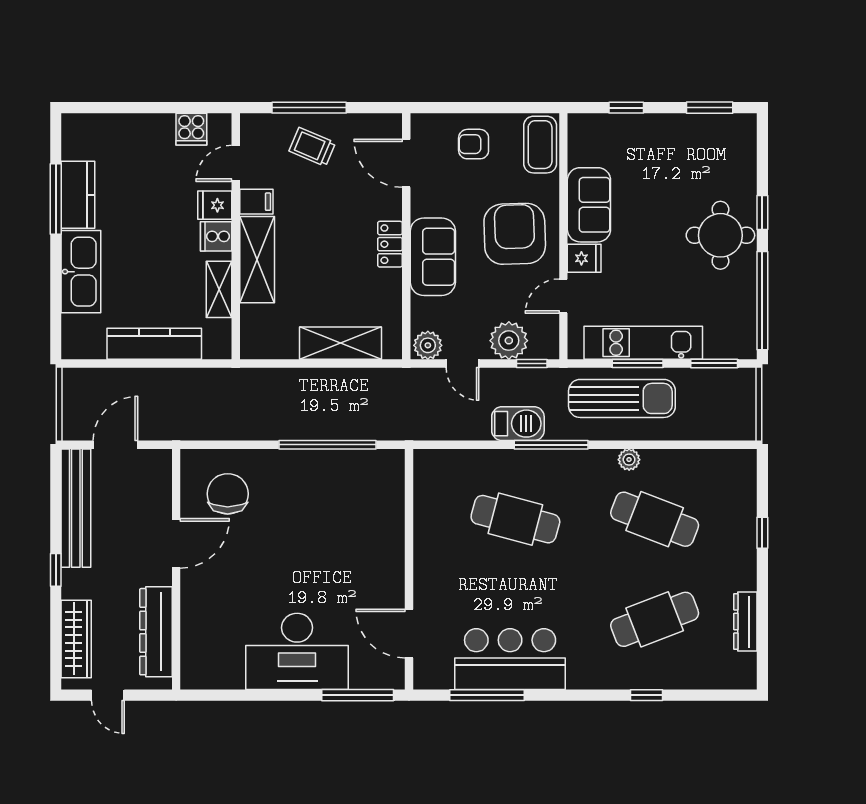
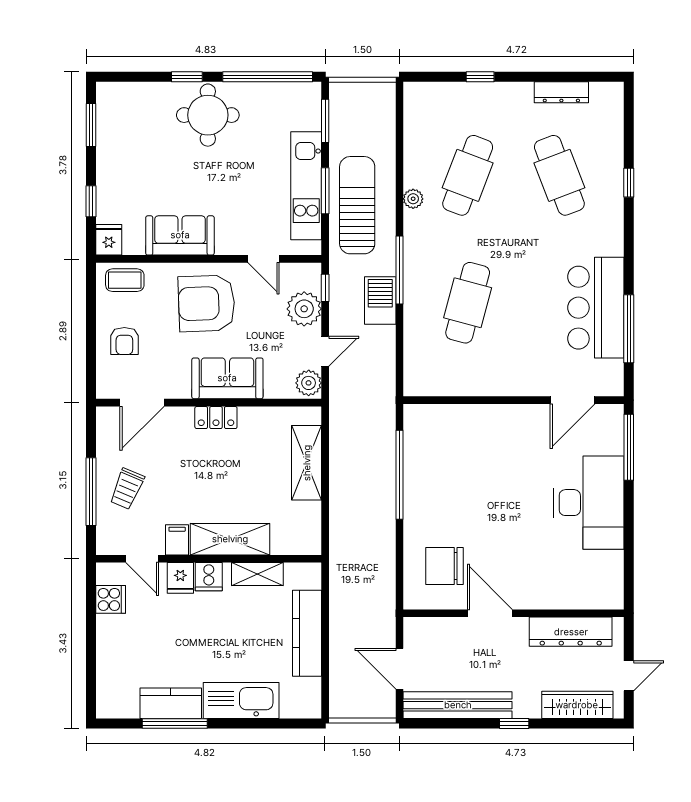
coffee table: (540, 145) -> (125, 280), width x0.73, depth x0.77
fridge: (584, 258) -> (109, 240), moved

